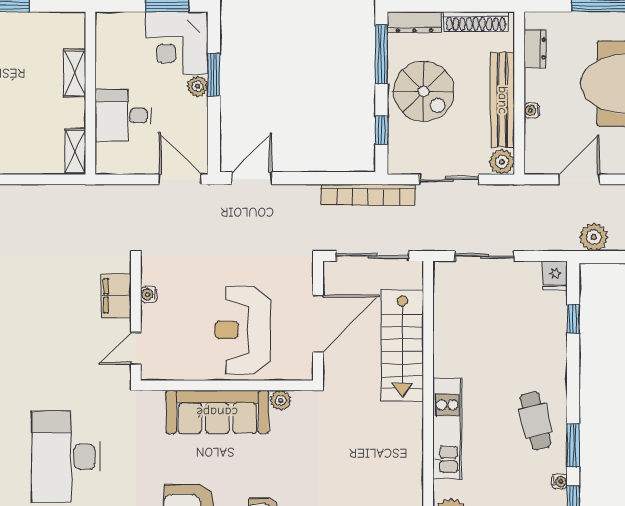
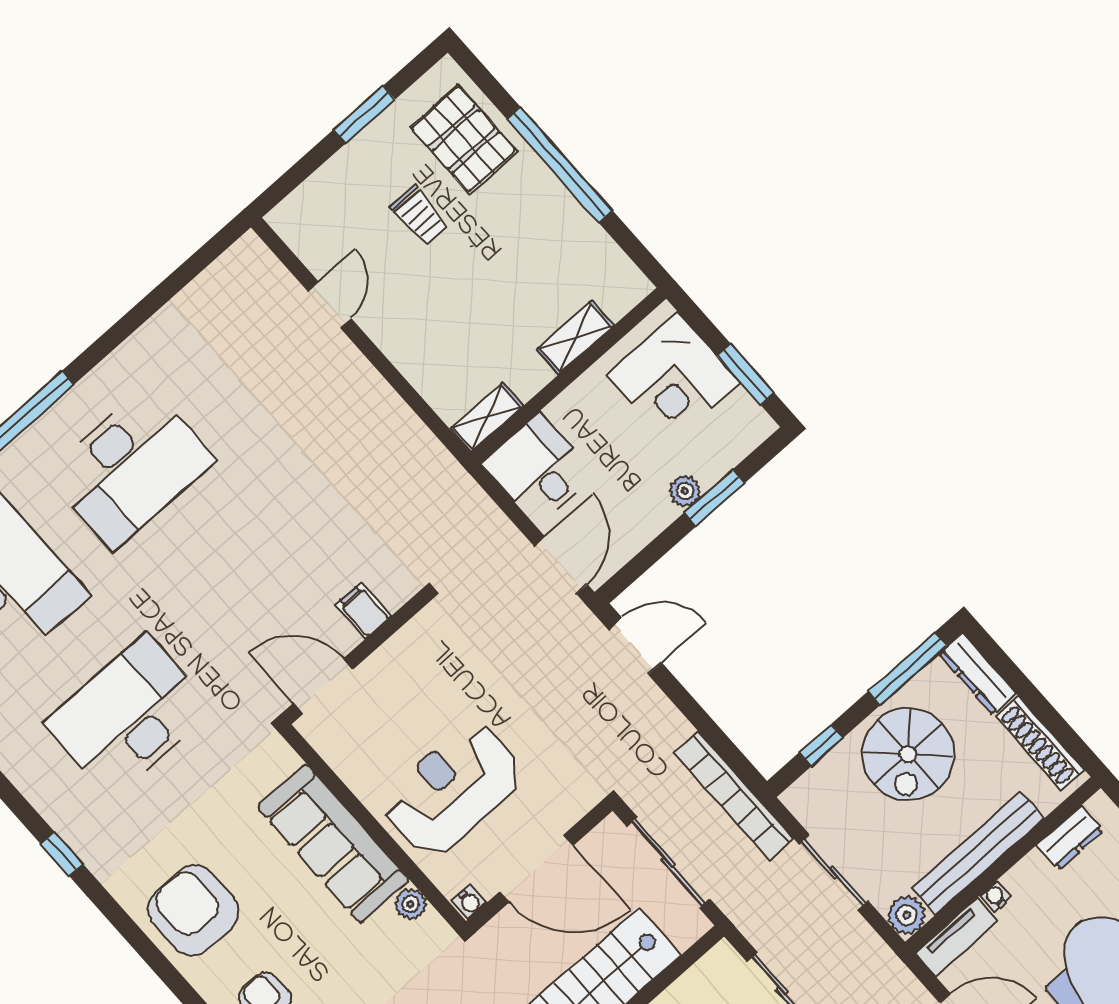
corner desk: (177, 43) -> (673, 379), moved, turned -90
desk: (123, 116) -> (538, 469), moved
tv unit: (534, 147) -> (957, 937), added
water cooler: (149, 295) -> (469, 902), moved, turned 180
filing cabinet: (116, 296) -> (363, 611), width x0.50
door: (136, 348) -> (323, 686), width x1.38

